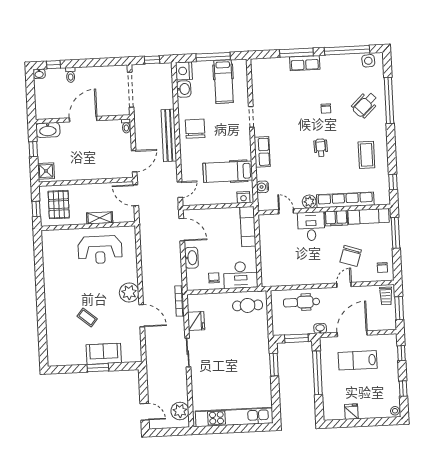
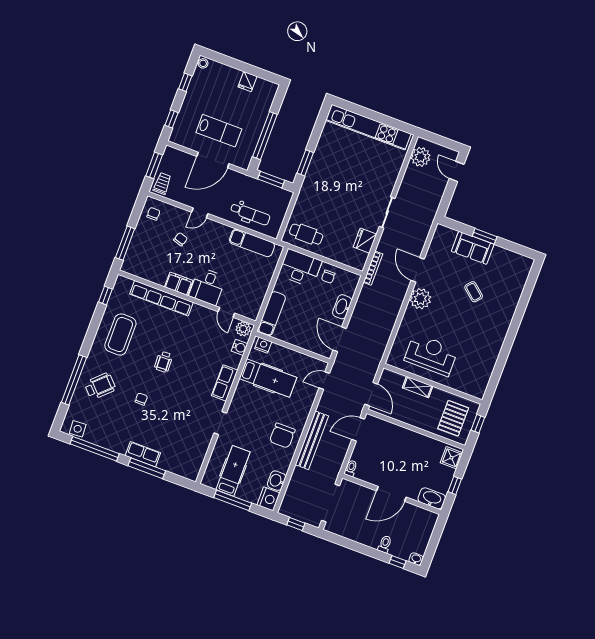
coffee table: (366, 155) -> (120, 335), width x1.36, depth x1.32
plant: (309, 202) -> (243, 329), moved
exam couch: (368, 216) -> (252, 243), moved, turned 180
chair: (351, 256) -> (181, 239), width x0.54, depth x0.54
washbasin: (320, 329) -> (243, 179), removed

